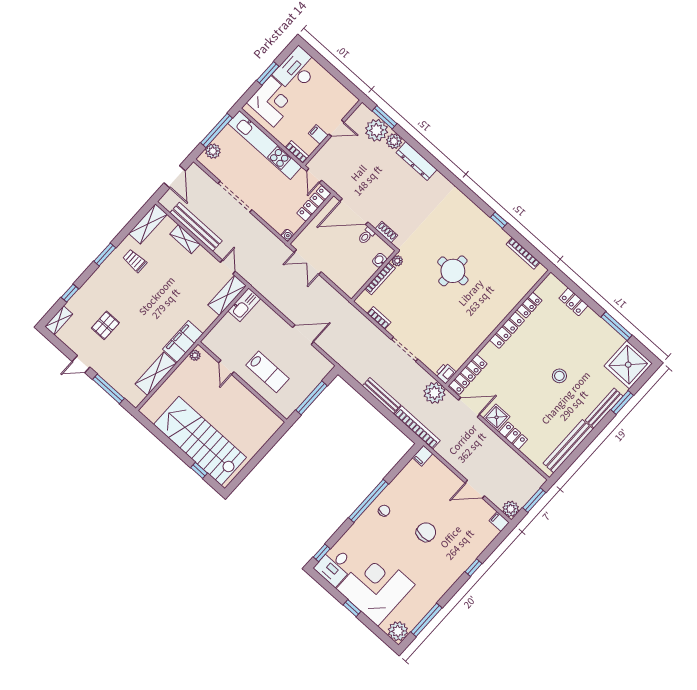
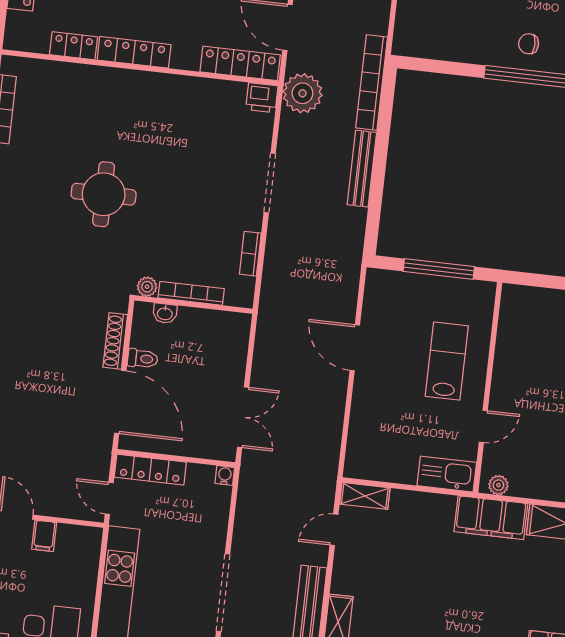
bookcase: (297, 152) -> (92, 548), removed
door: (314, 176) -> (109, 498), swing flipped
shoe rack: (386, 232) -> (115, 341), width x1.43
shelving: (227, 295) -> (365, 496), width x0.67, depth x0.75
kitchen sink: (244, 305) -> (447, 474), moved
filing cabinet: (423, 456) -> (407, 45), removed

